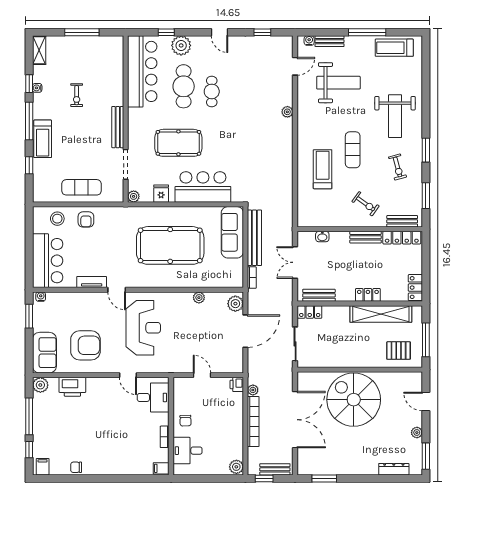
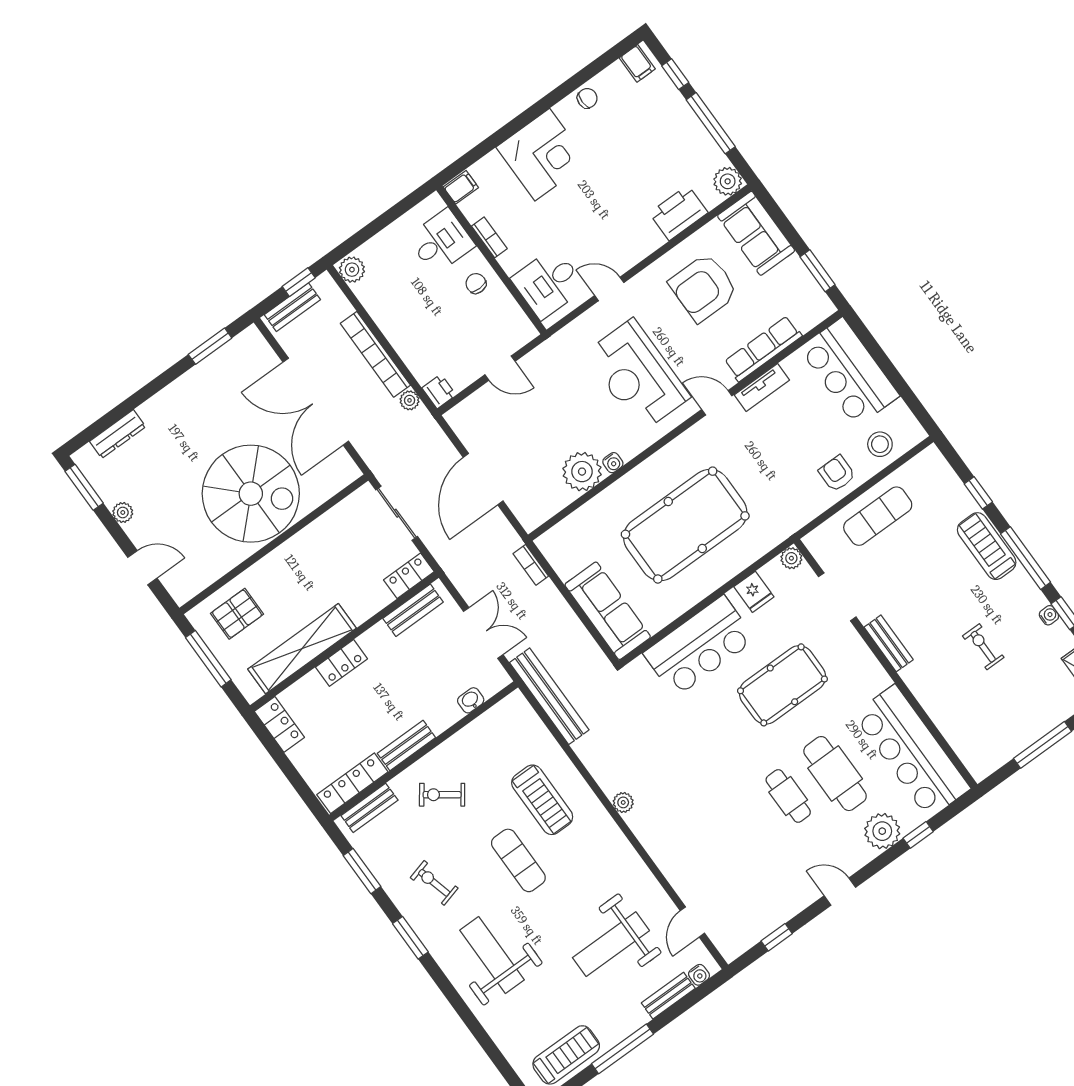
plant: (287, 112) -> (623, 802), moved
bench: (118, 127) -> (889, 643), width x0.73
bench: (254, 238) -> (549, 696), moved
water cooler: (41, 297) -> (613, 463), moved
plant: (199, 298) -> (582, 472), width x1.87, depth x1.87
row of seats: (79, 299) -> (763, 349), added
plant: (235, 304) -> (527, 509), removed
corner desk: (114, 457) -> (542, 155), added

